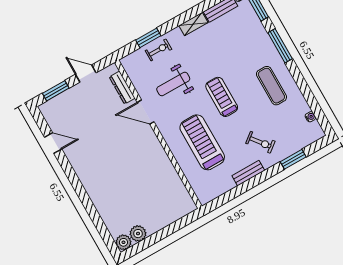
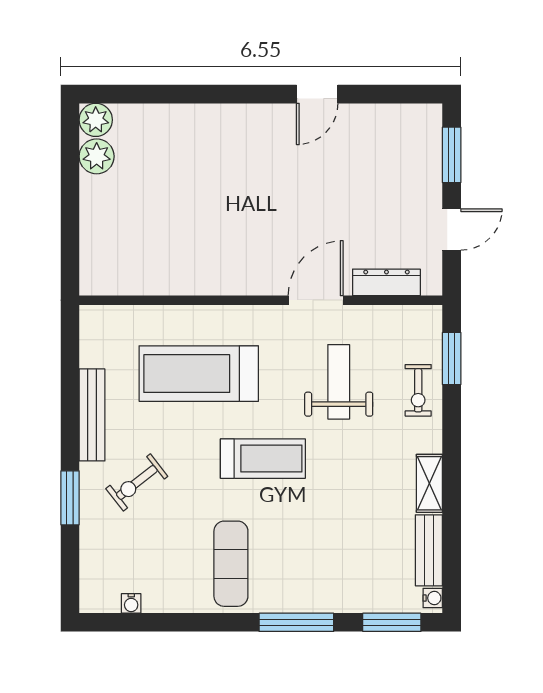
window: (148, 38) -> (452, 358), moved
exercise mat: (271, 86) -> (231, 564), turned 90
treadmill: (202, 142) -> (199, 374), turned 180
door: (53, 143) -> (317, 94), moved
window: (293, 159) -> (70, 498), moved
bench: (248, 173) -> (92, 415), width x1.36

